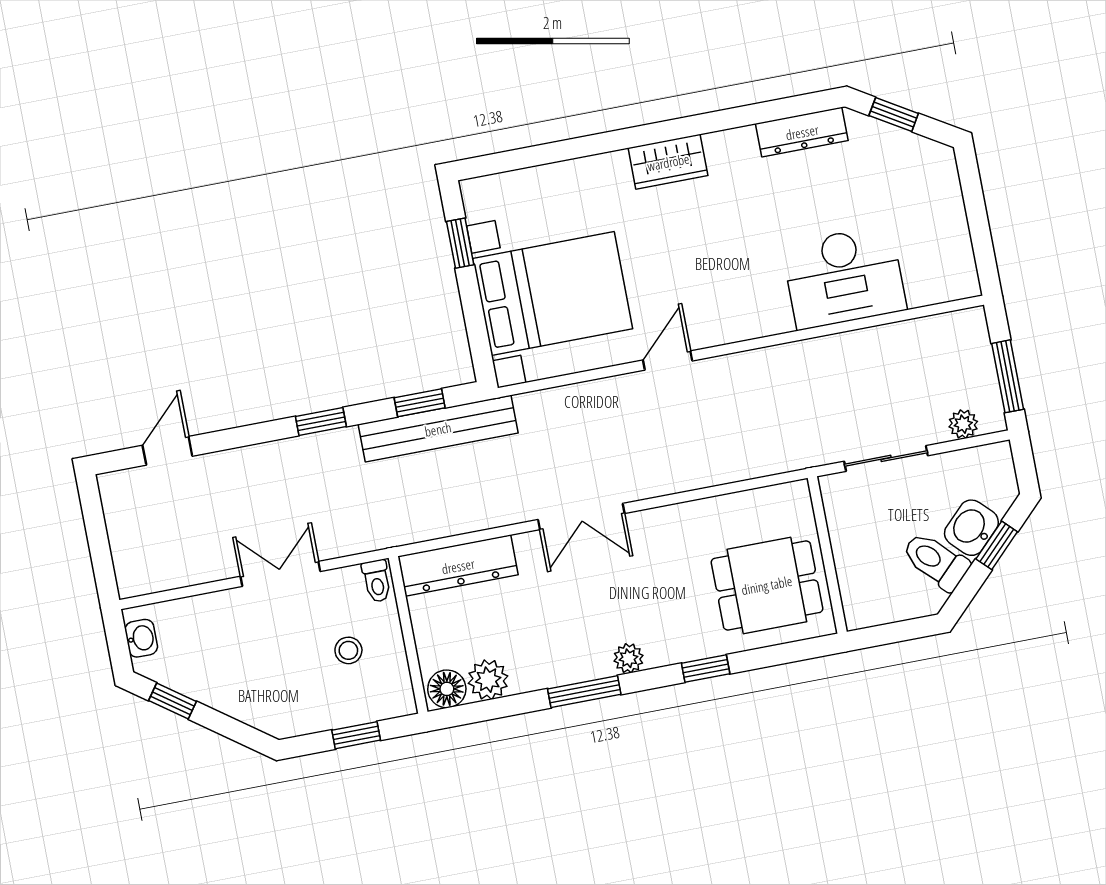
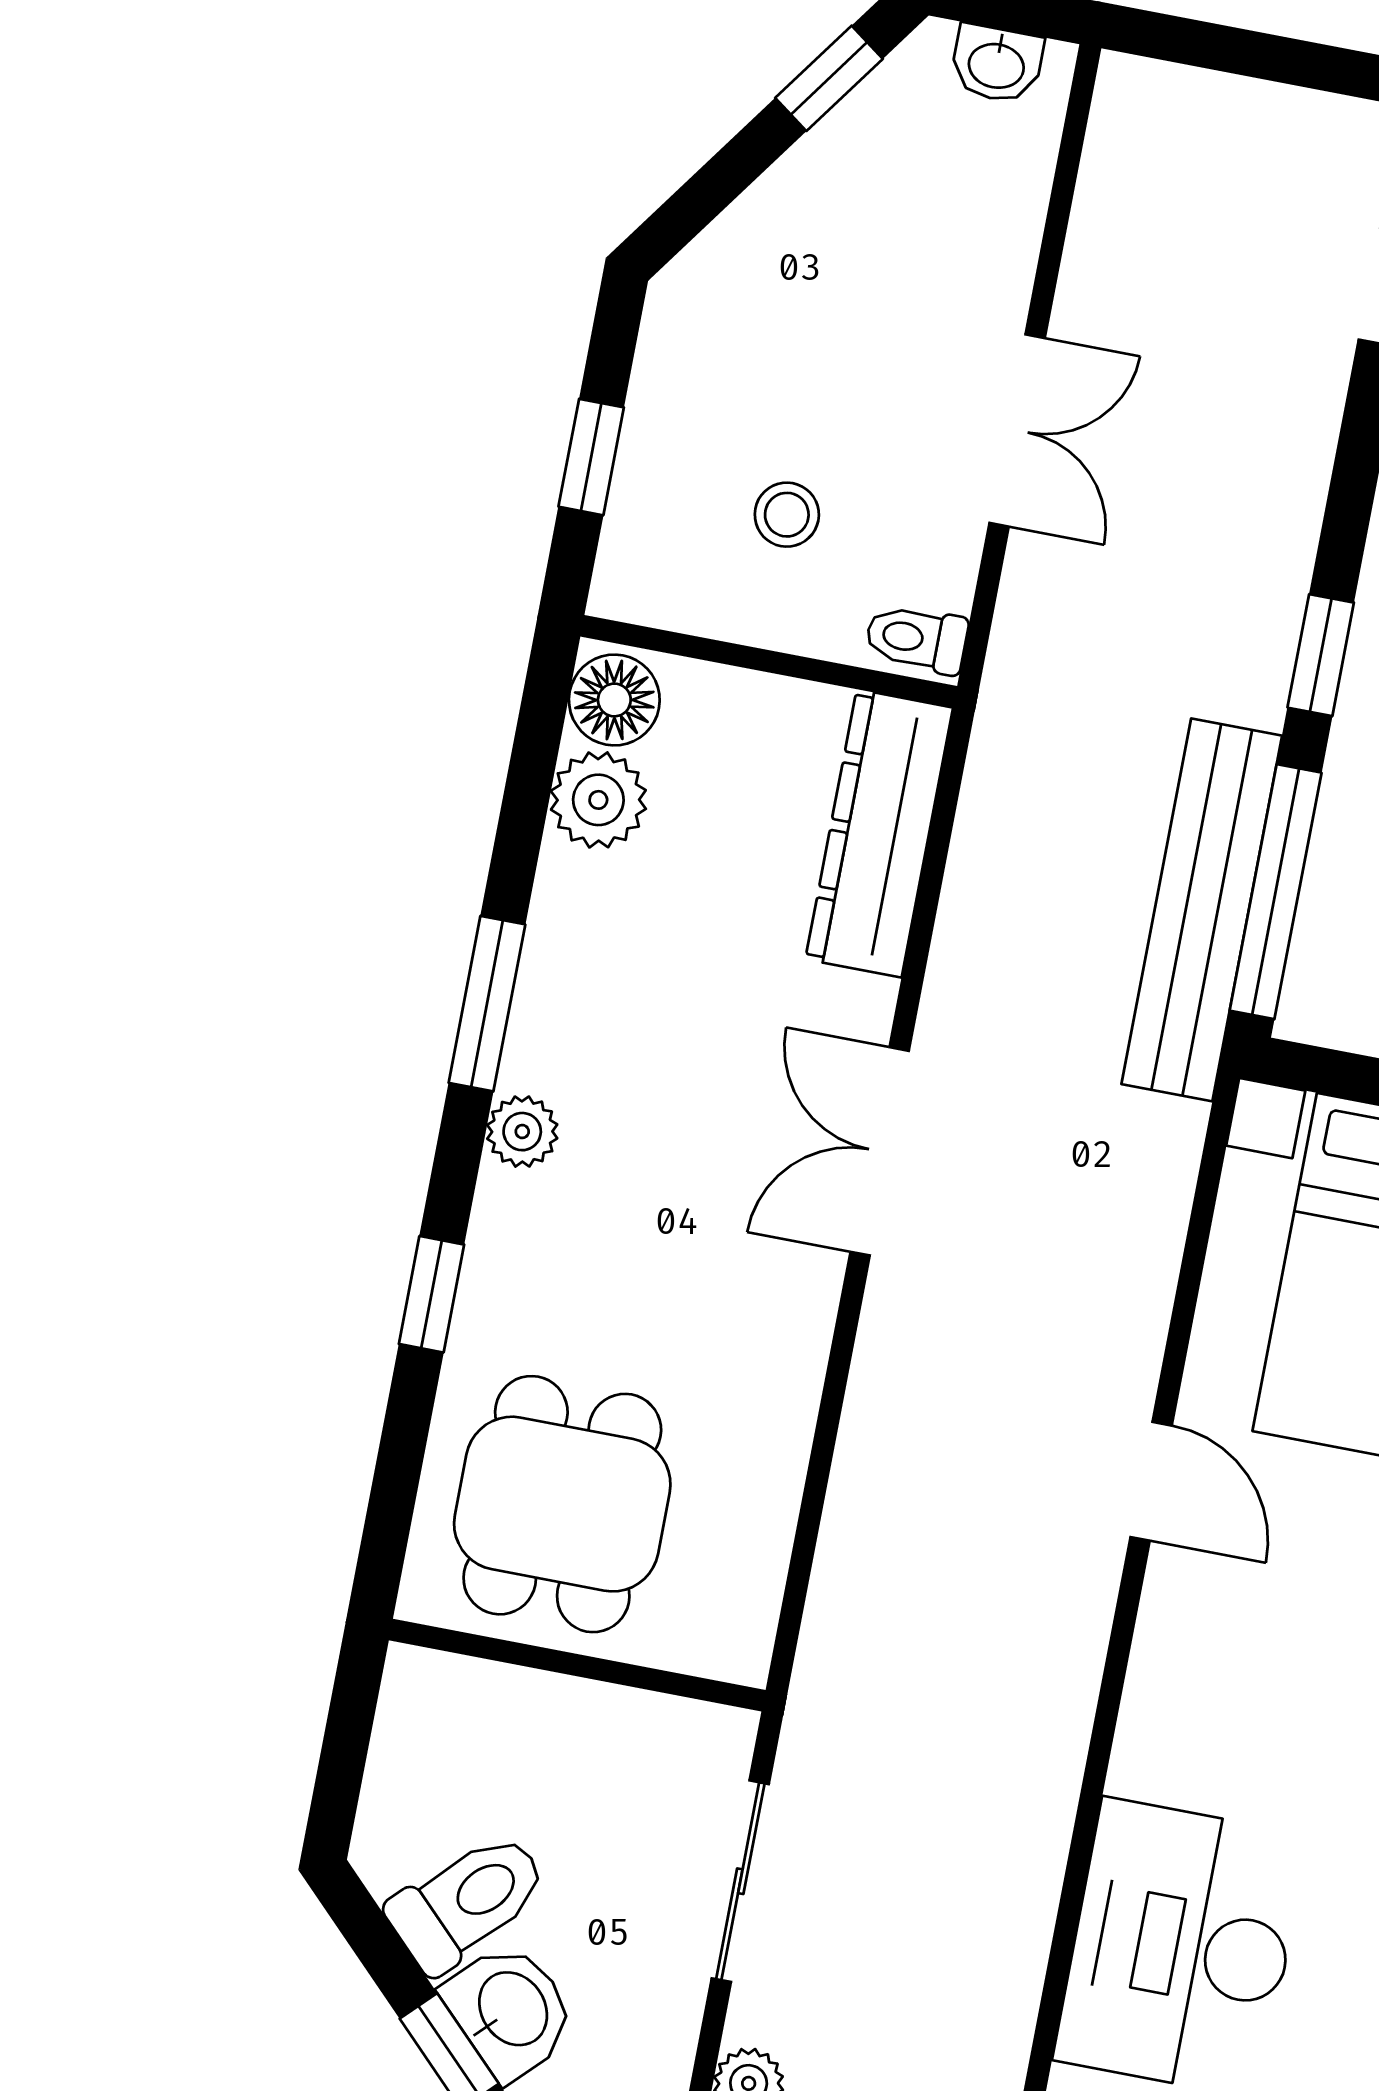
window: (420, 403) -> (1276, 892), width x2.17

